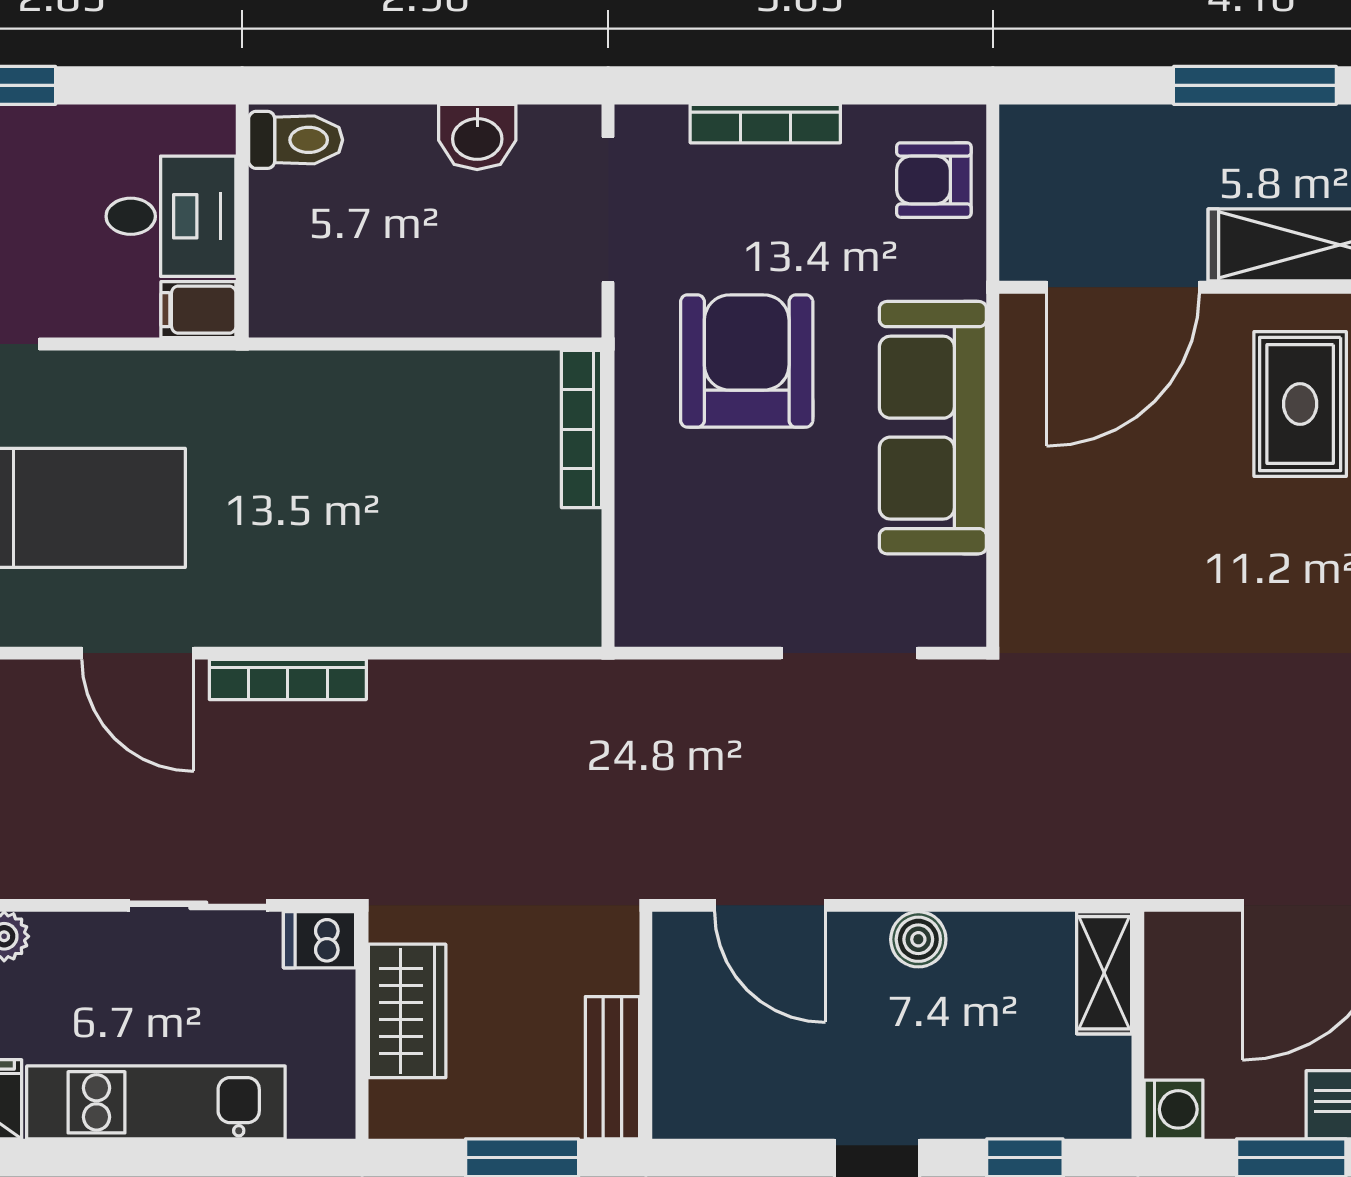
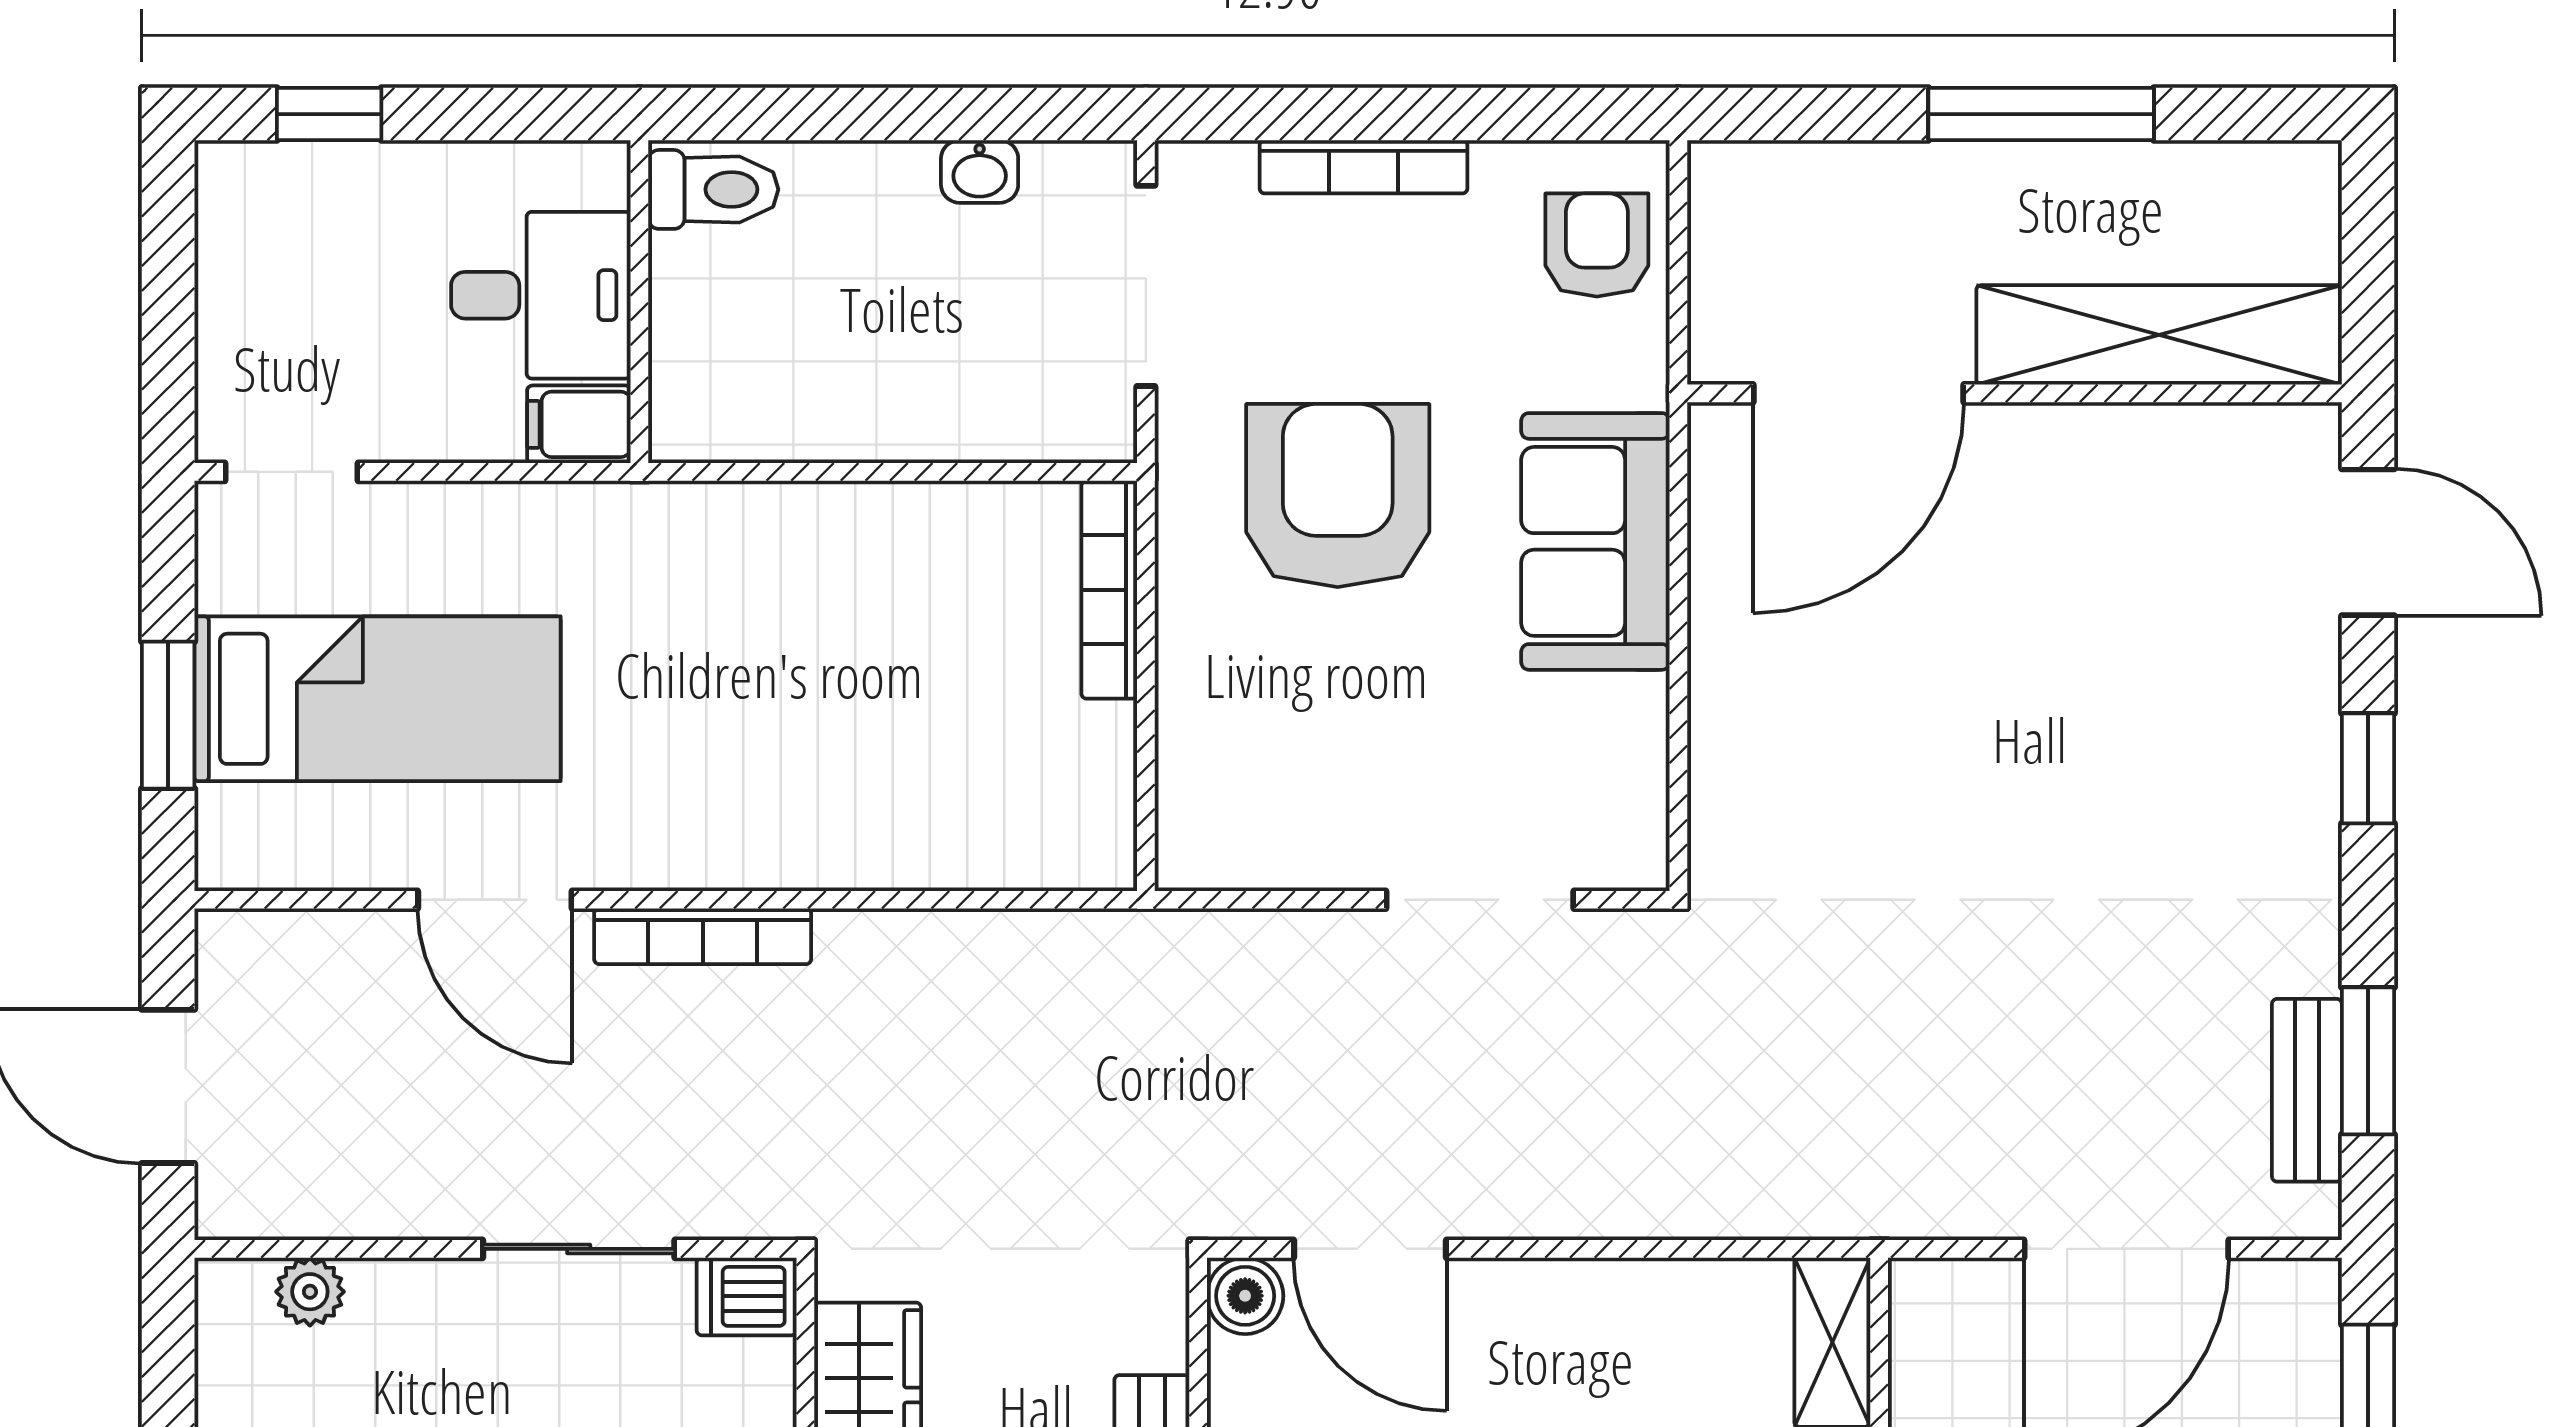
washbasin: (477, 137) -> (980, 172), width x0.72, depth x0.69
armchair: (934, 180) -> (1597, 245), turned 90
rug: (1300, 404) -> (2104, 555), removed
sofa: (933, 428) -> (1595, 541), width x0.73
boiler: (918, 939) -> (1245, 1296), moved

